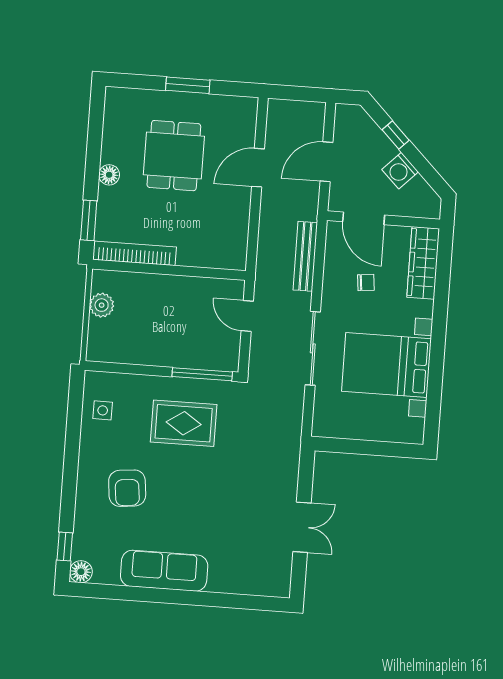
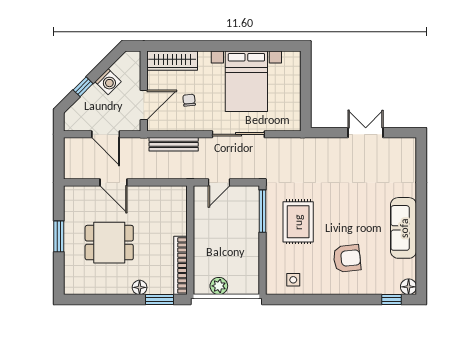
floor lamp: (109, 175) -> (140, 287), moved

